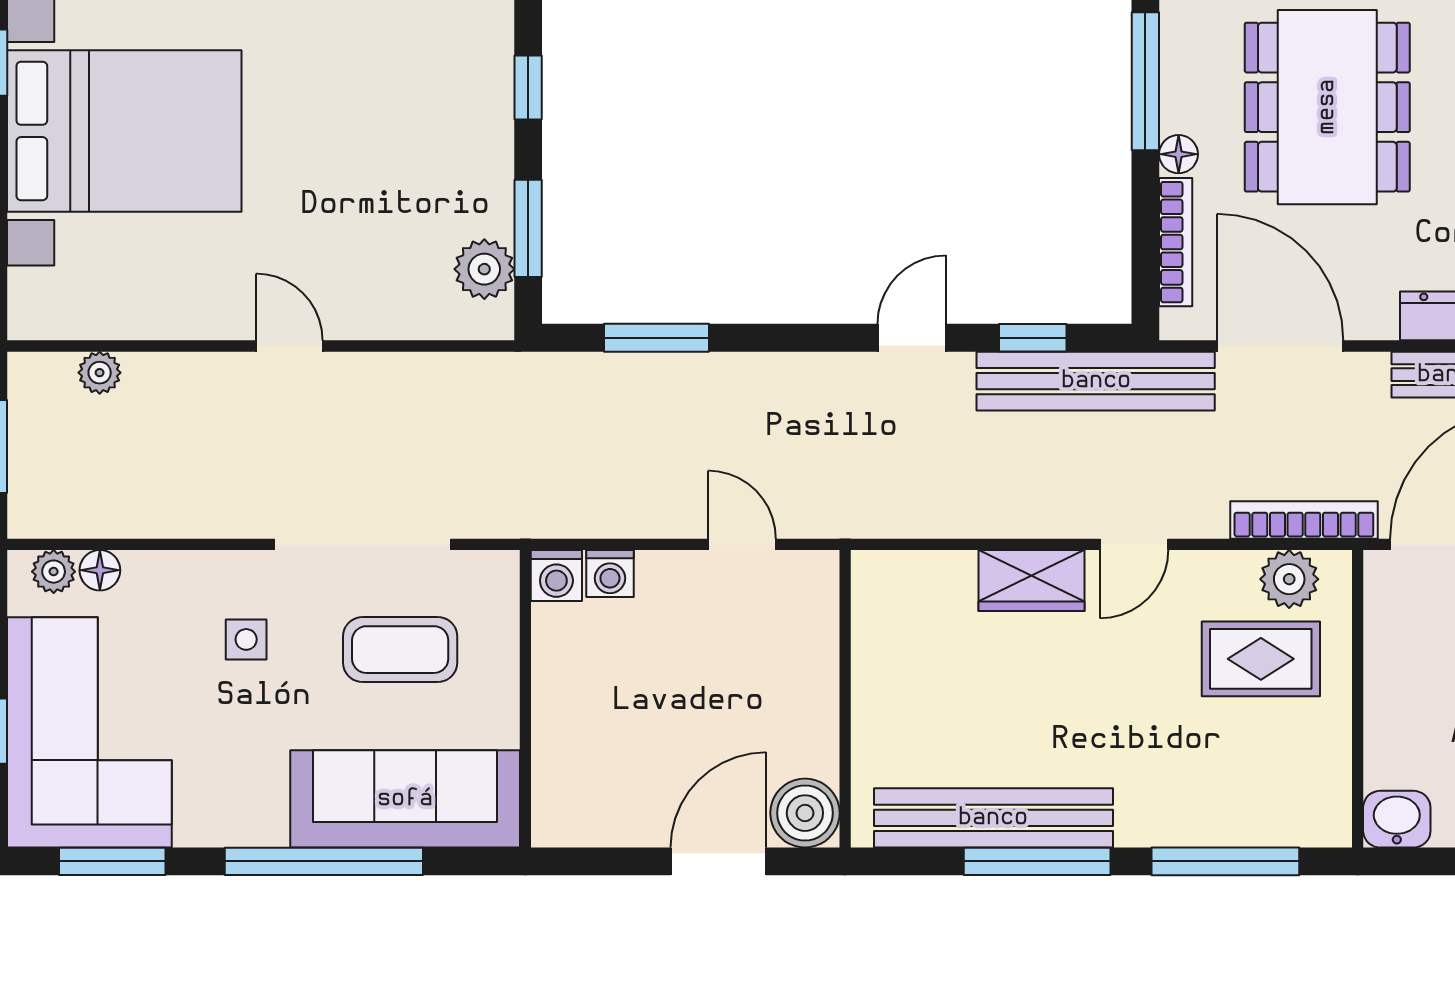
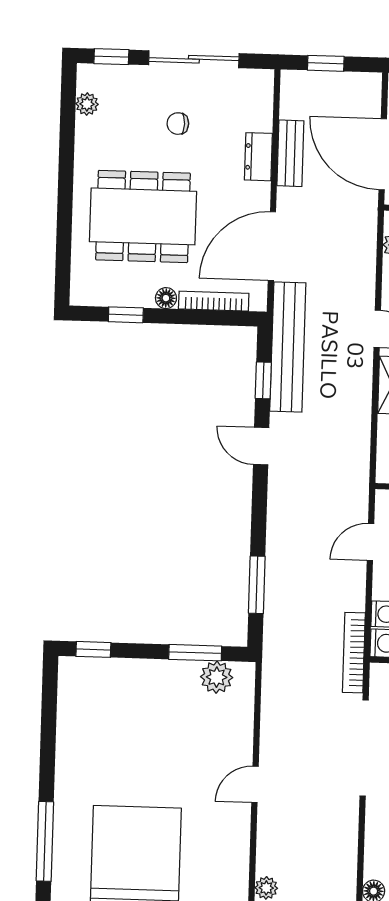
window: (1145, 81) -> (126, 315), width x0.46
window: (528, 88) -> (93, 649), moved
bookcase: (1304, 520) -> (354, 653), moved

